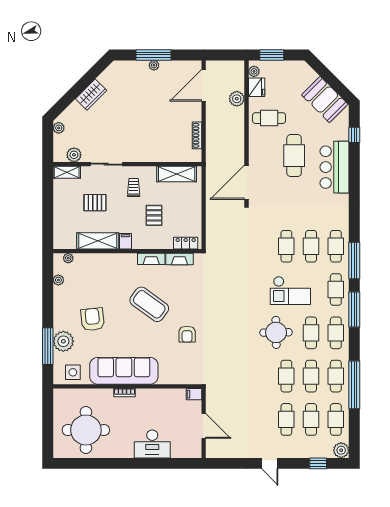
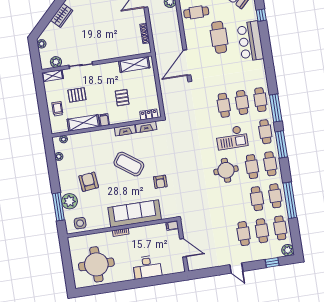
trolley: (134, 187) -> (57, 109), moved
sofa: (124, 371) -> (135, 214), moved
cafe table: (286, 376) -> (239, 201), removed

